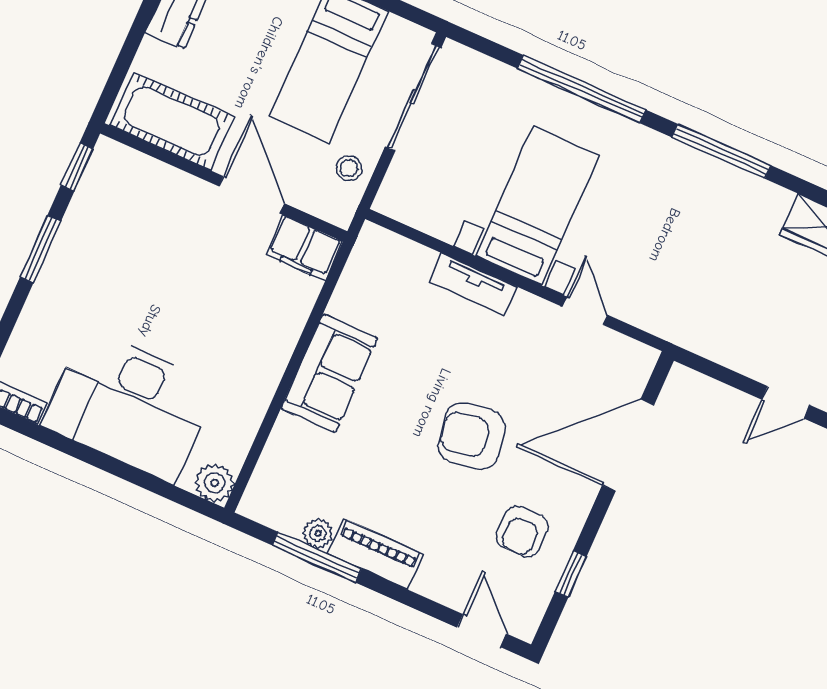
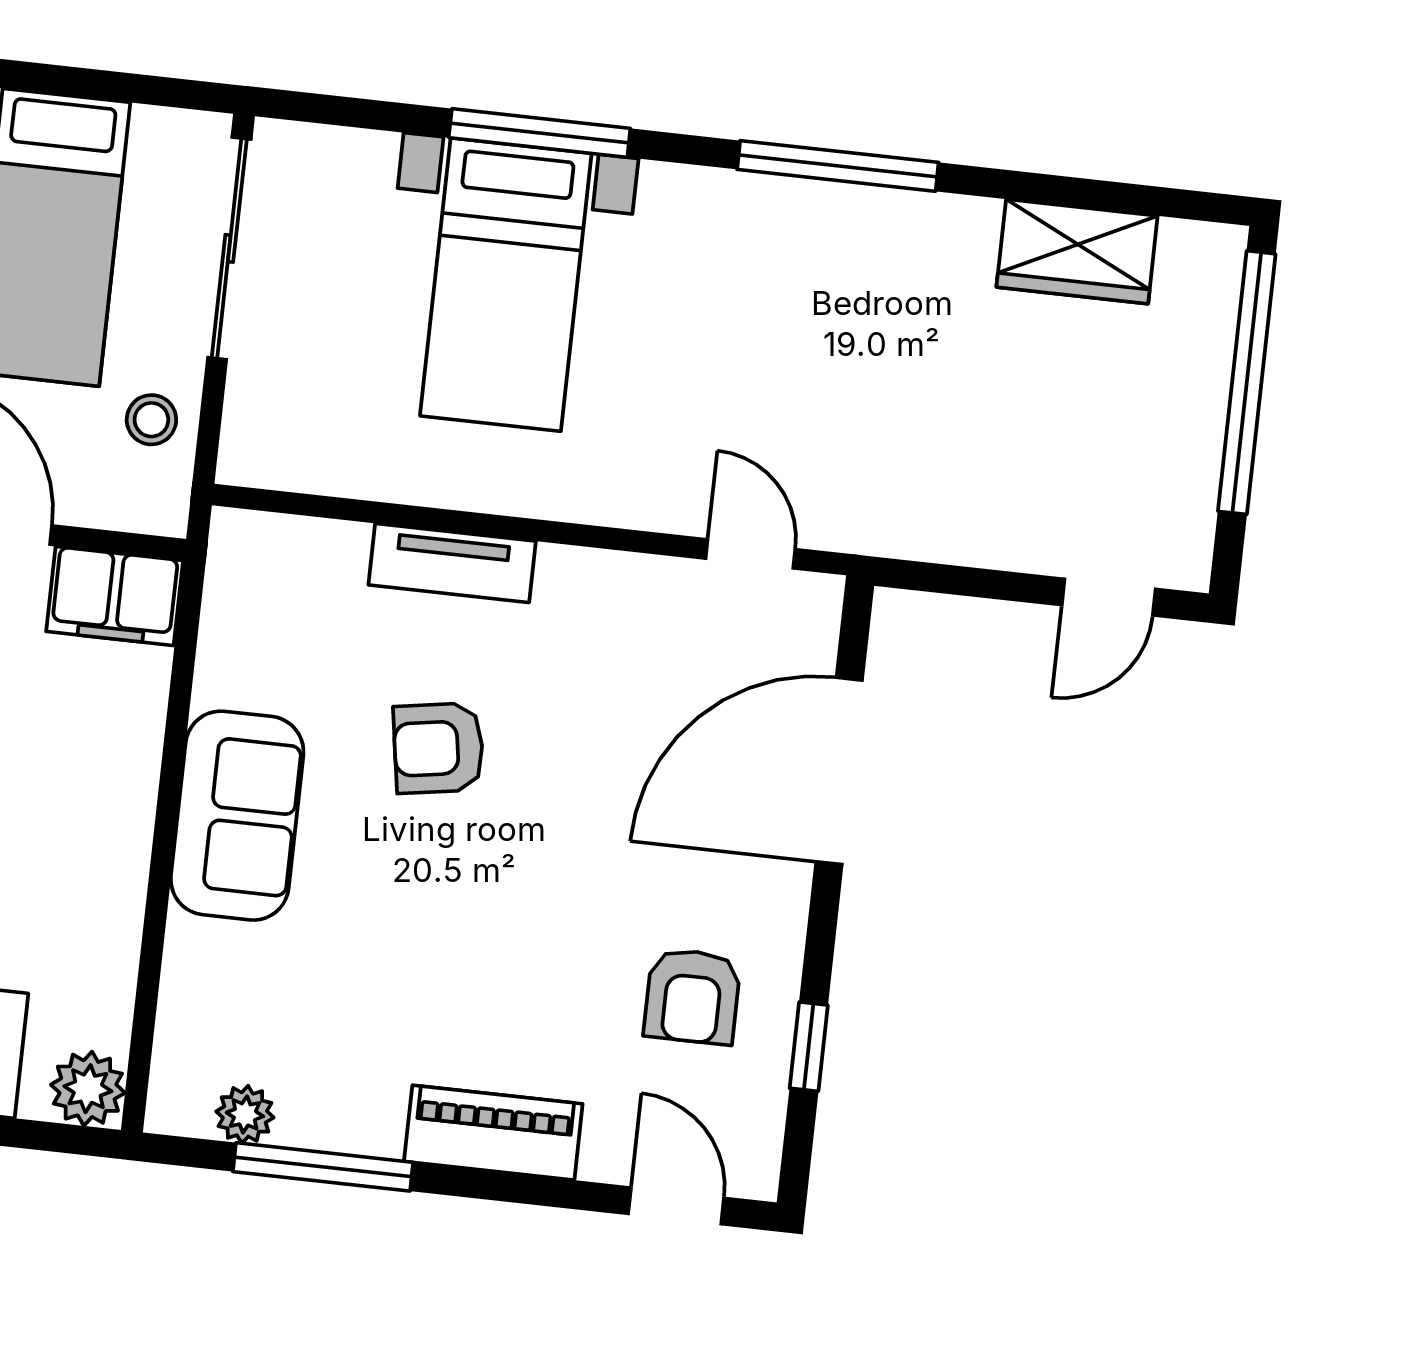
window: (582, 89) -> (540, 133), width x0.68
bed with nightstands: (537, 206) -> (506, 285), moved, turned 180
door: (585, 311) -> (750, 554), moved
armchair: (472, 436) -> (438, 748), moved, width x0.72, depth x0.72
plant: (318, 533) -> (245, 1114), moved
piano: (376, 554) -> (493, 1133), moved

